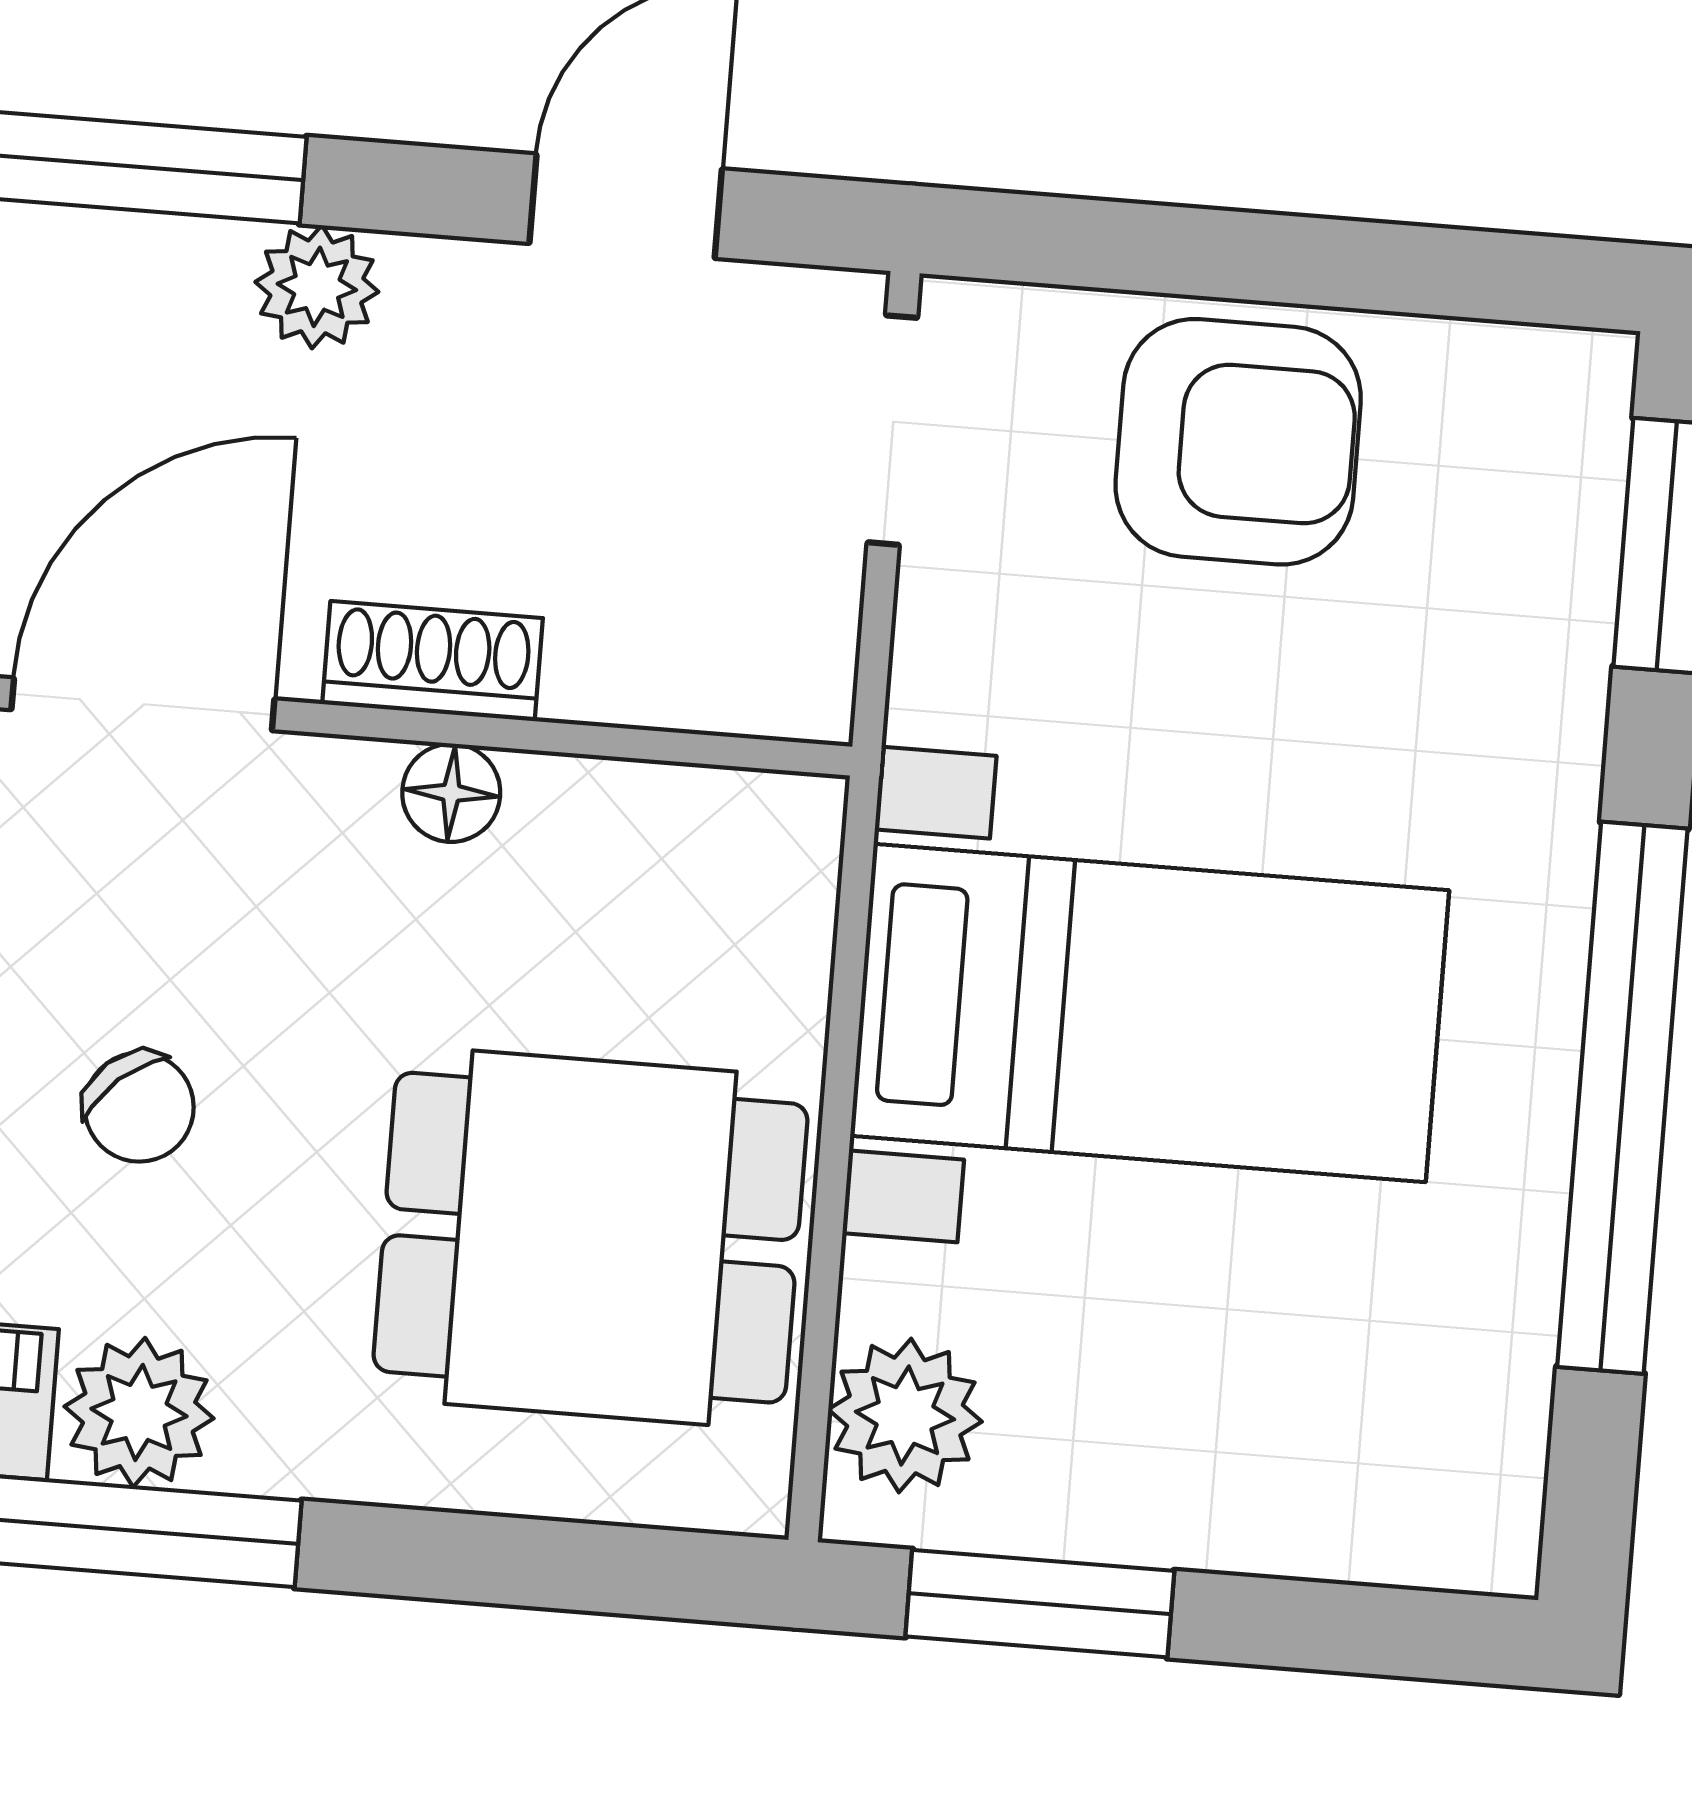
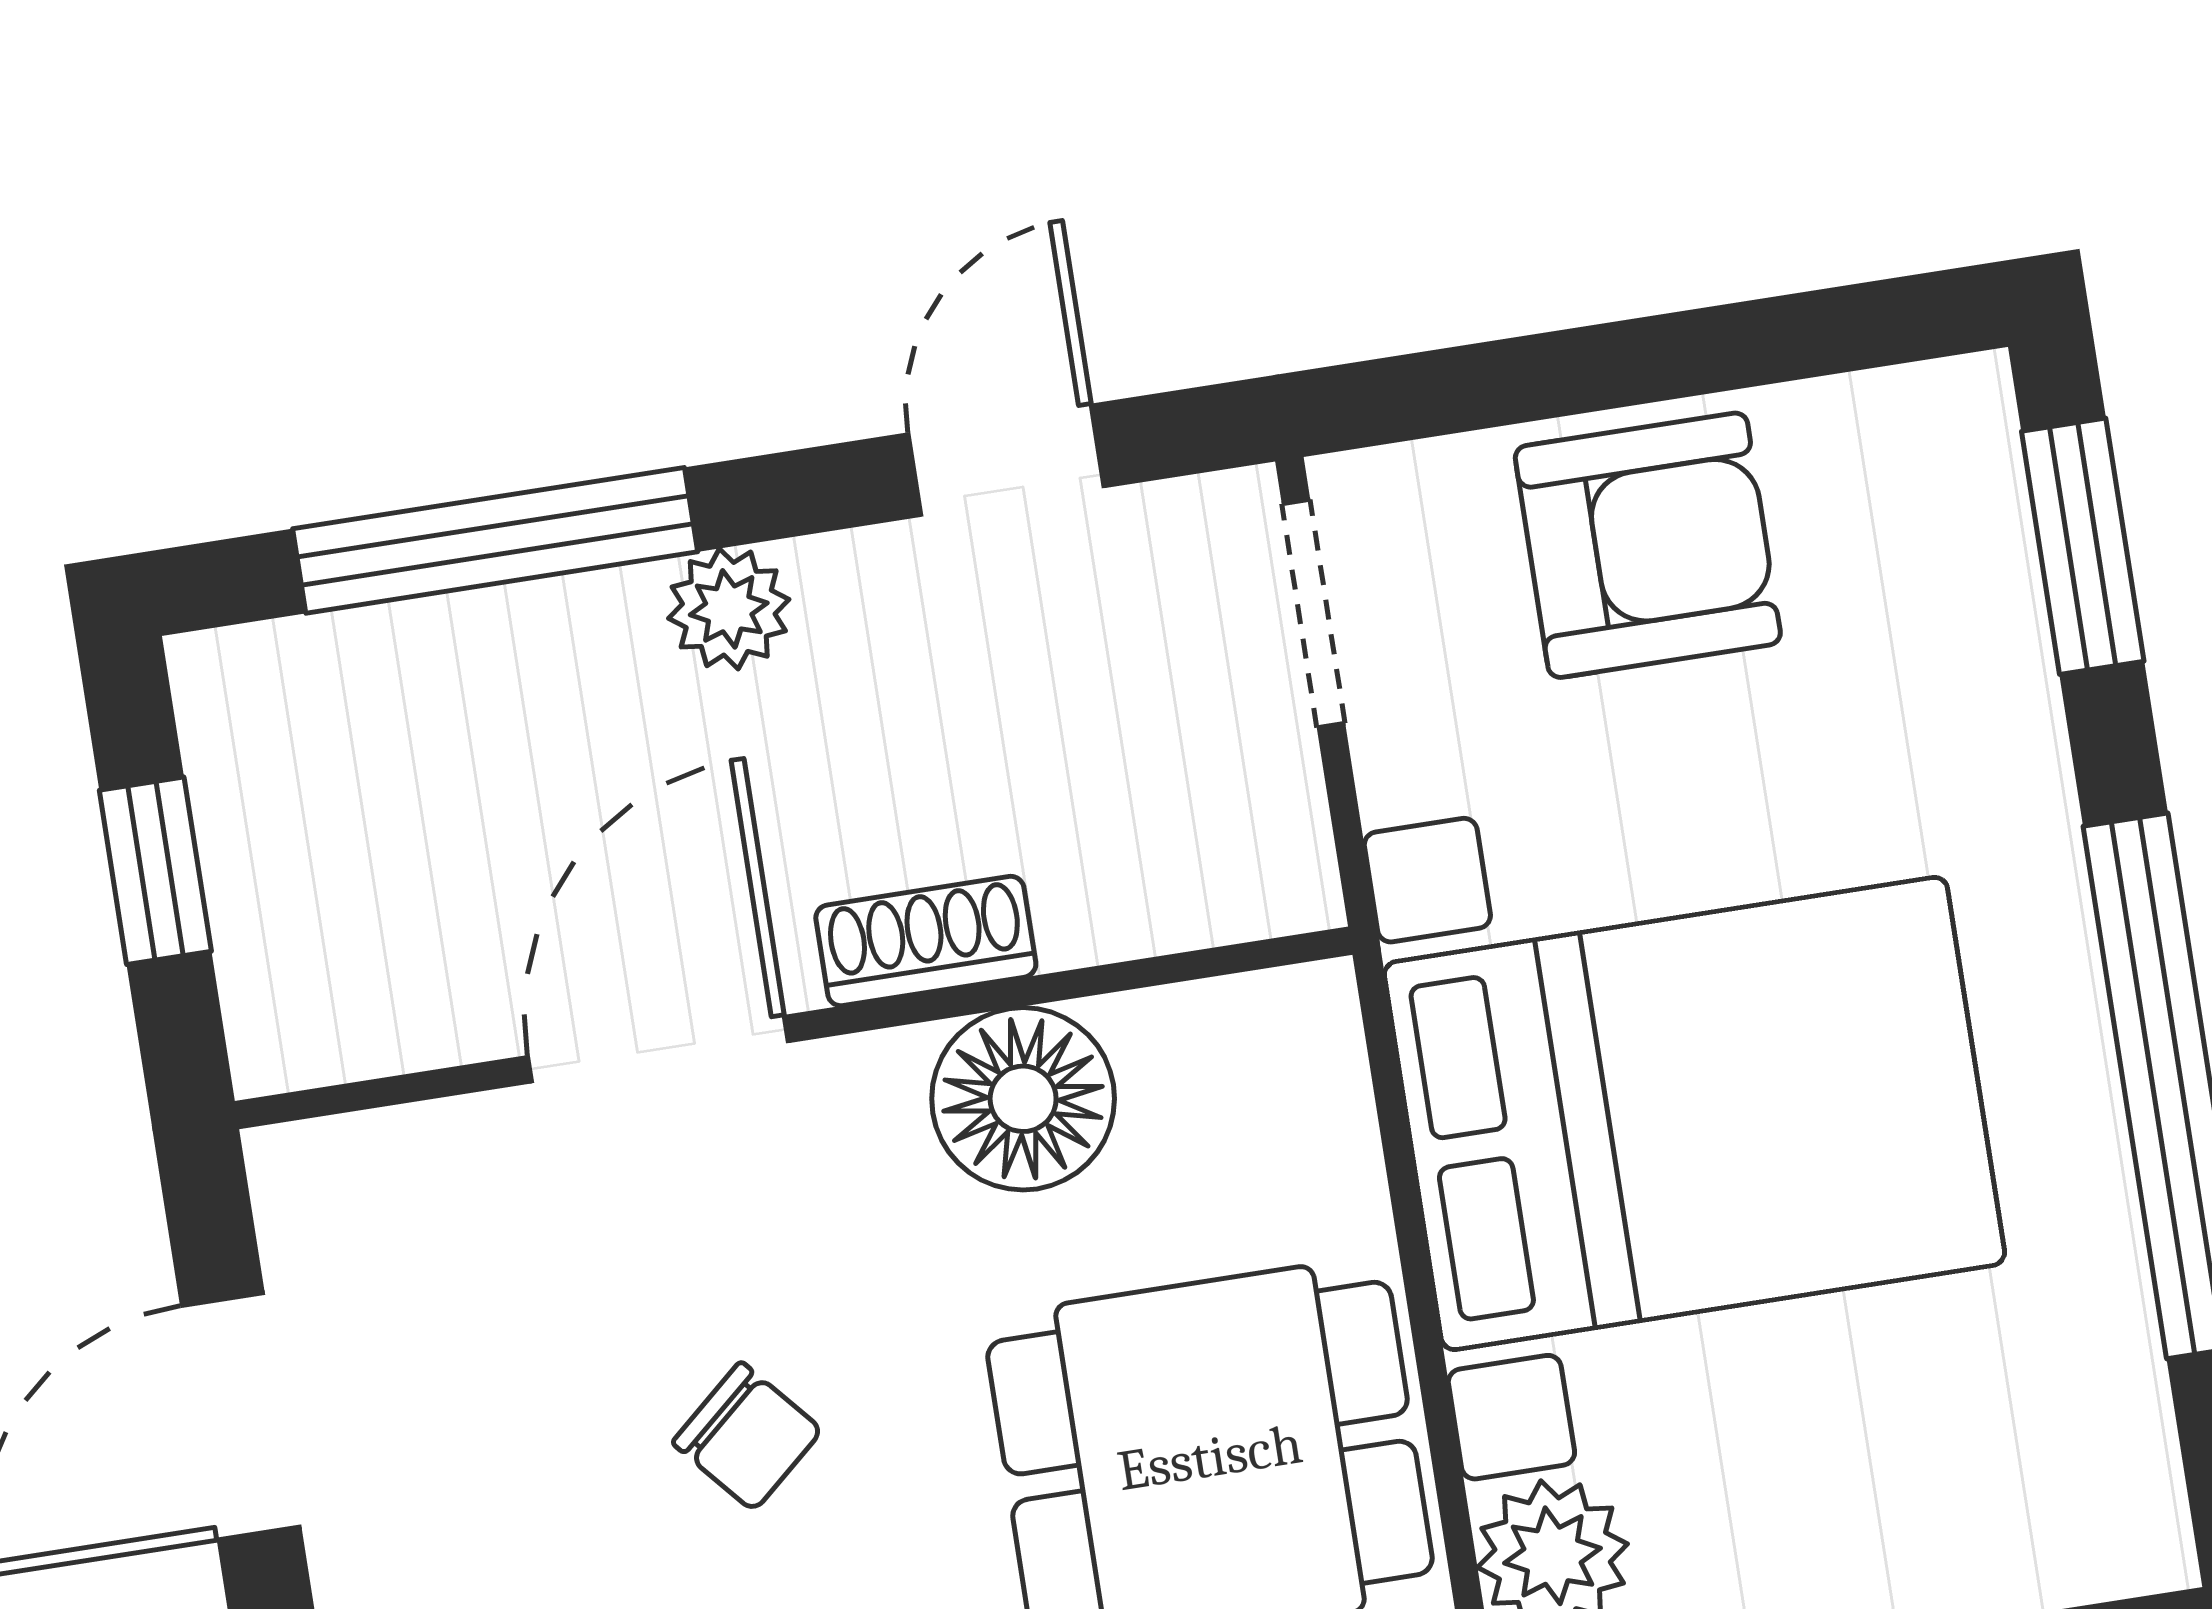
floor lamp: (451, 793) -> (1023, 1099), width x1.89, depth x1.89
bed with nightstands: (1150, 1013) -> (1694, 1113), width x1.36

